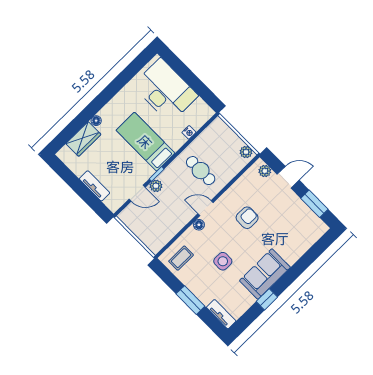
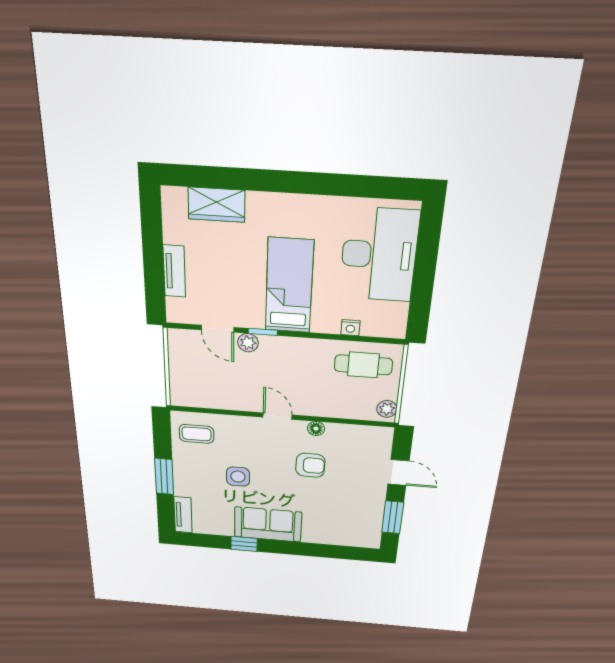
floor lamp: (96, 121) -> (256, 200), removed
cafe table: (201, 171) -> (363, 365), moved, turned 90
plant: (265, 171) -> (383, 444), removed
floor lamp: (199, 225) -> (316, 429), moved

